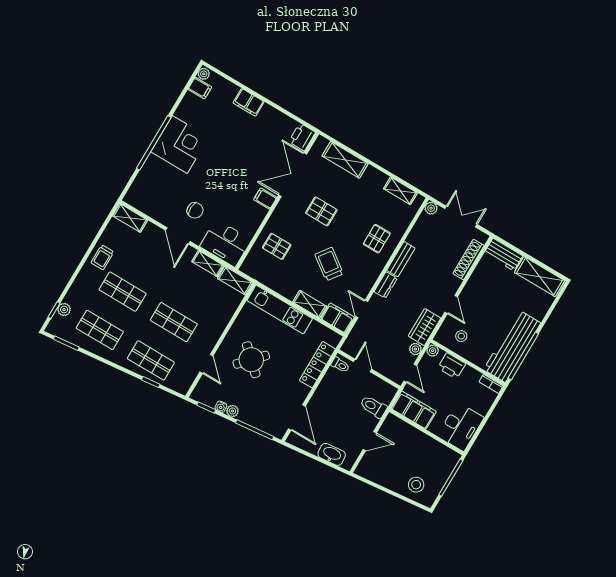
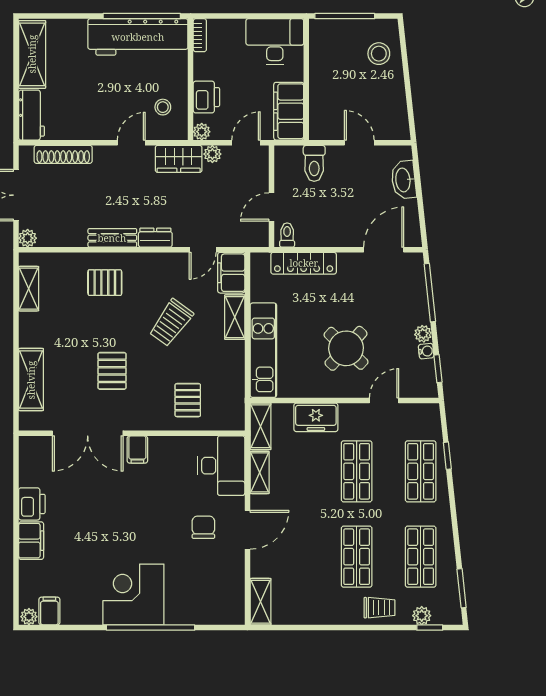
printer: (302, 137) -> (32, 504), moved, turned -90
trolley: (102, 257) -> (379, 608), moved
freezer: (221, 317) -> (316, 417), added

